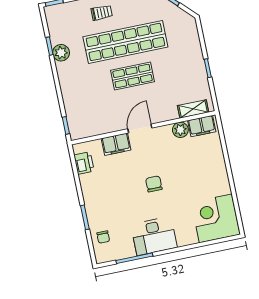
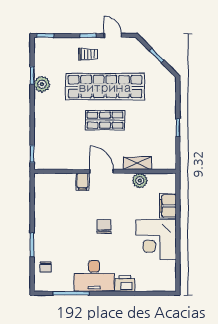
shelving: (193, 109) -> (137, 163), moved
filing cabinet: (202, 126) -> (168, 206), moved, turned 90
door: (140, 128) -> (102, 171), hinge flipped
filing cabinet: (116, 144) -> (82, 182), width x0.50
printer: (84, 163) -> (125, 283), moved, turned -90
corner desk: (216, 218) -> (156, 239), moved, turned -90

